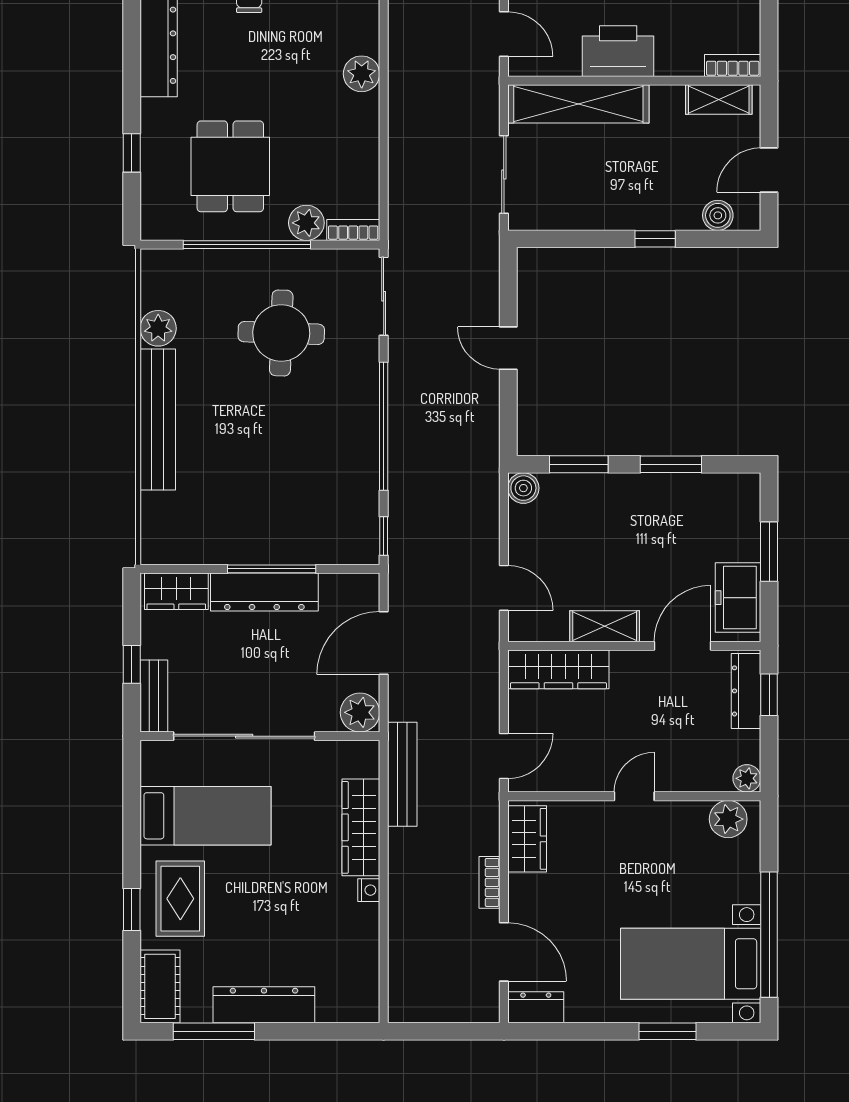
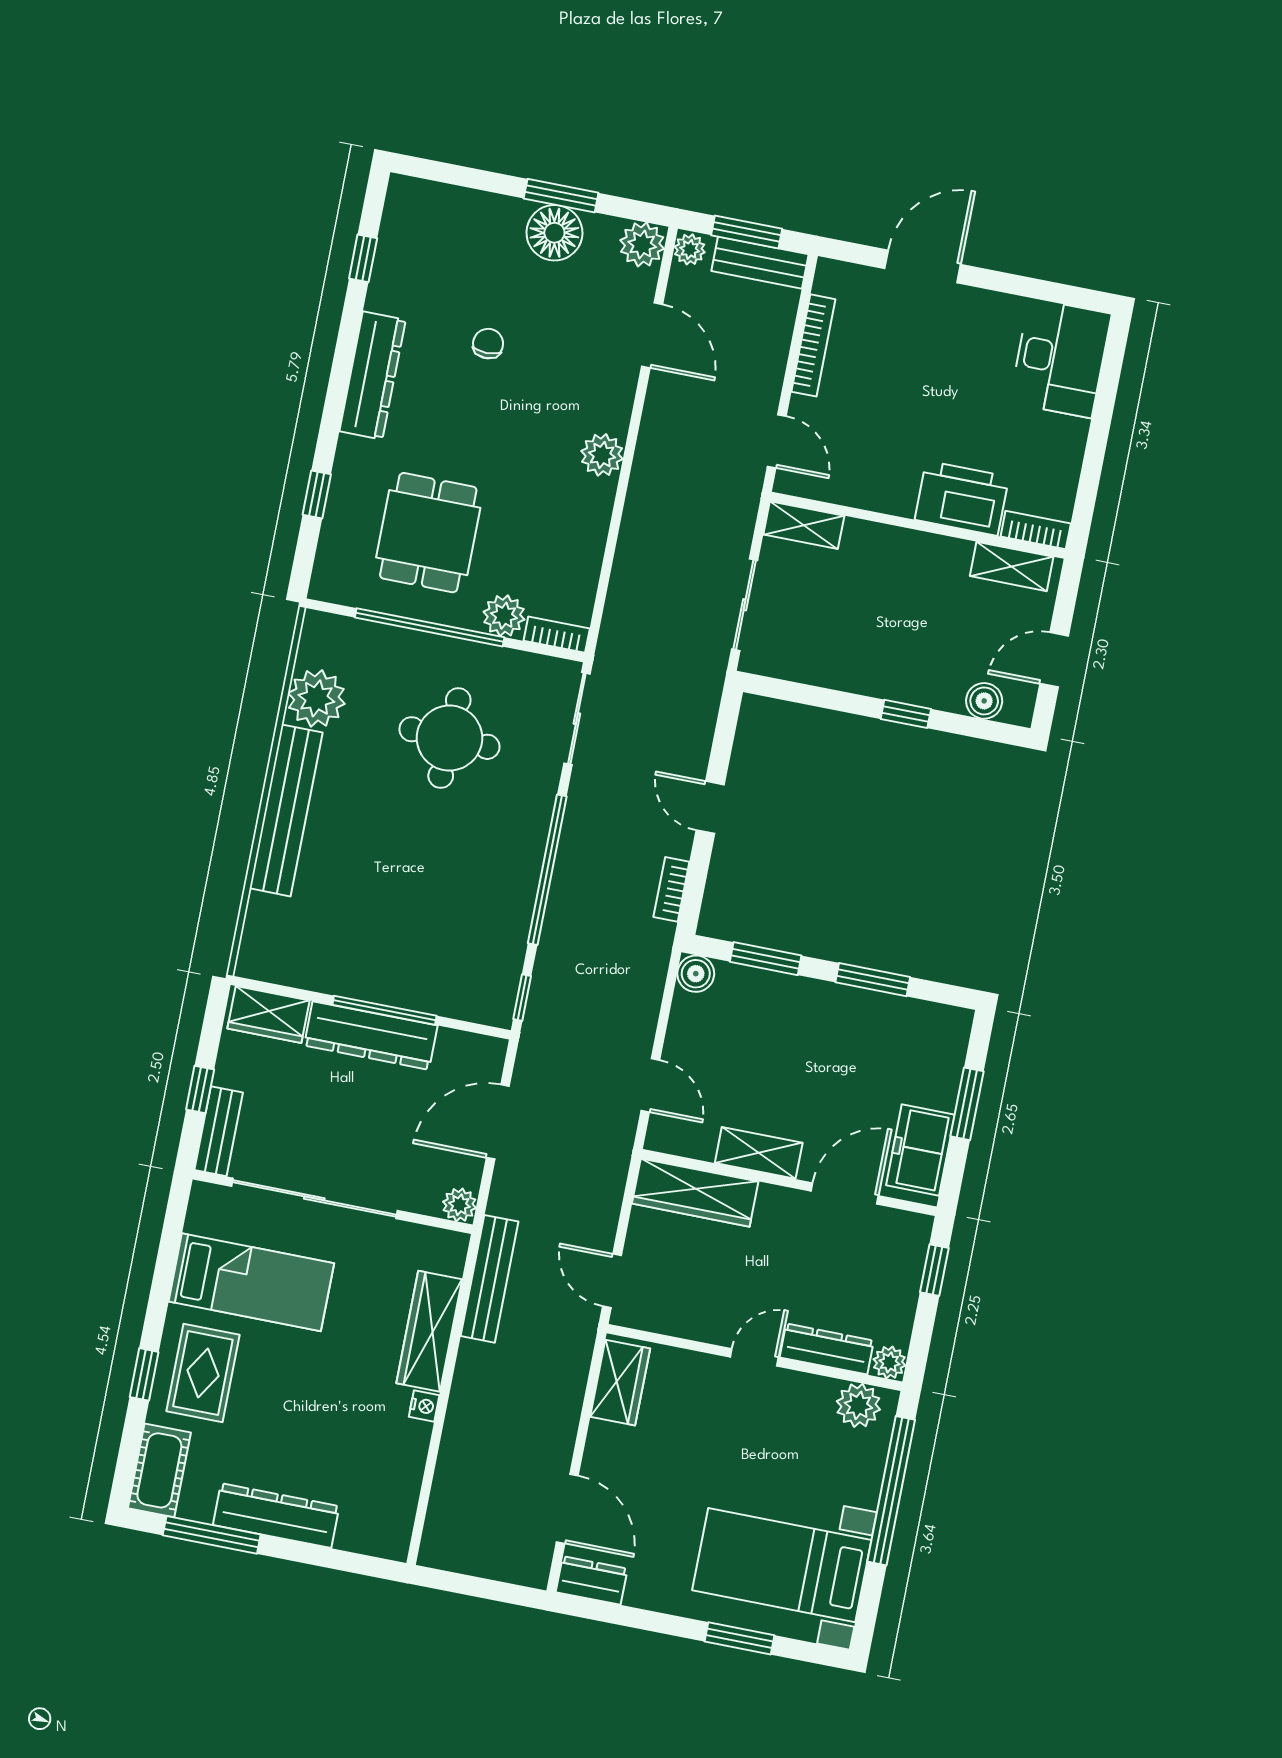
printer: (618, 51) -> (962, 498), moved
shelving: (578, 104) -> (804, 525), width x0.45, depth x0.75
plant: (158, 328) -> (316, 698), width x1.36, depth x1.36
dresser: (746, 691) -> (827, 1349), moved, turned 90
plant: (360, 712) -> (459, 1205), width x0.73, depth x0.73
door: (504, 756) -> (612, 1281), swing flipped
bookcase: (490, 882) -> (671, 889), moved
window: (769, 935) -> (891, 1491), moved

